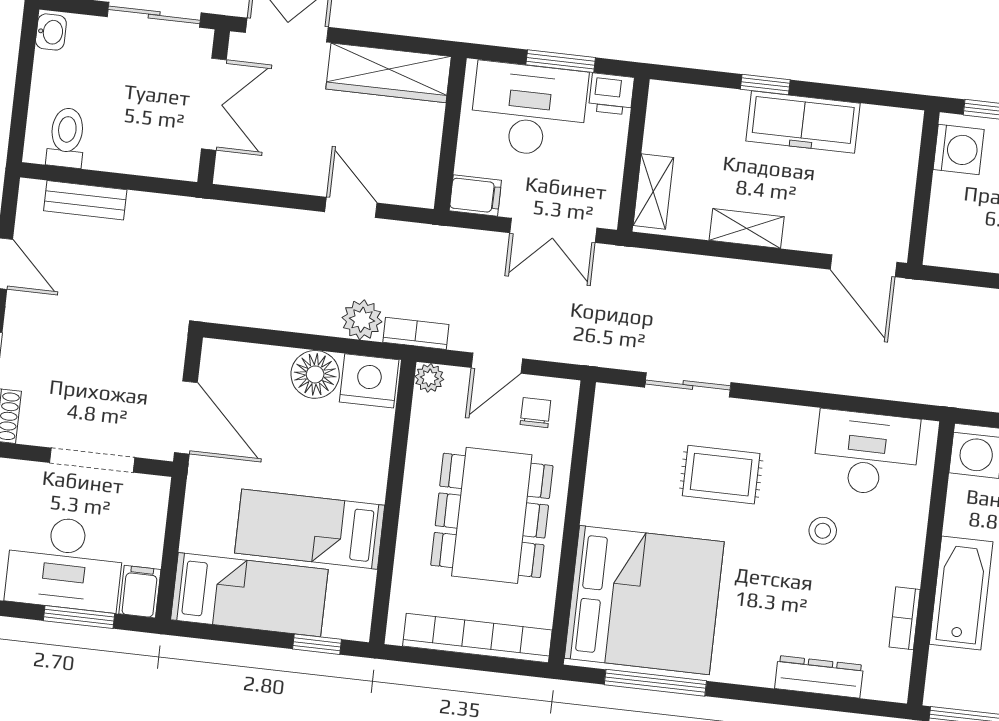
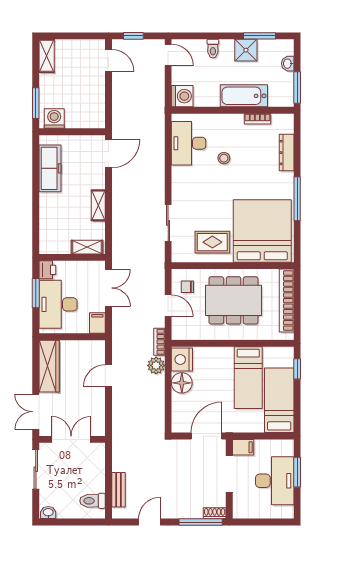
window: (765, 84) -> (36, 204), removed
freezer: (803, 122) -> (50, 168), moved
plant: (429, 378) -> (178, 334), removed
rug: (721, 475) -> (212, 242), moved, turned 90
filing cabinet: (140, 592) -> (243, 447), moved, turned 180
window: (655, 683) -> (297, 199), moved

